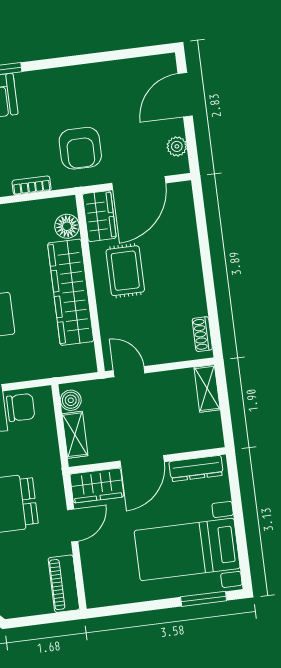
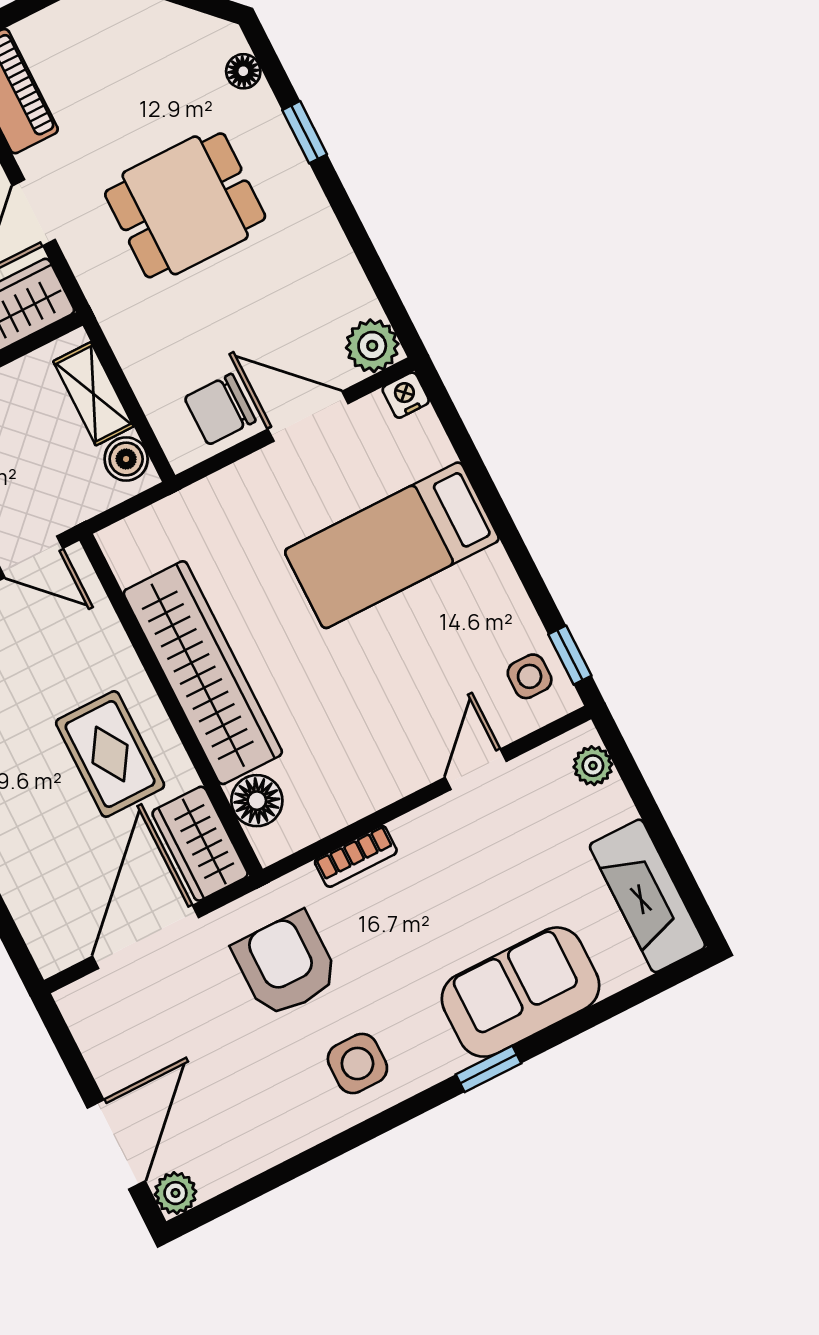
side table: (64, 92) -> (357, 1063), added
plant: (177, 146) -> (175, 1193), moved

